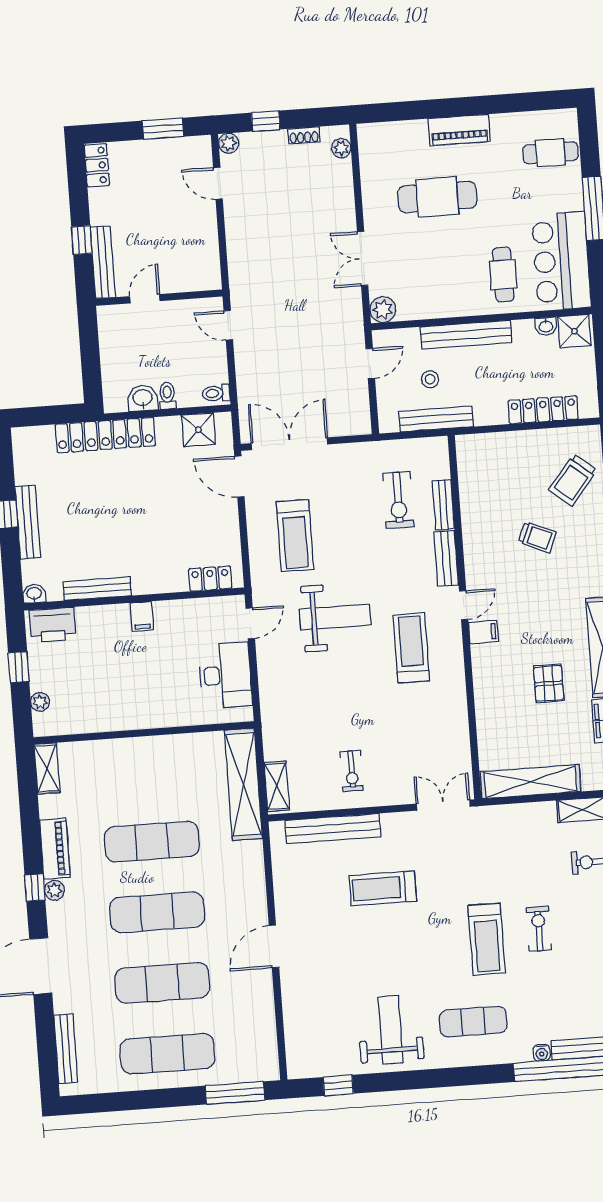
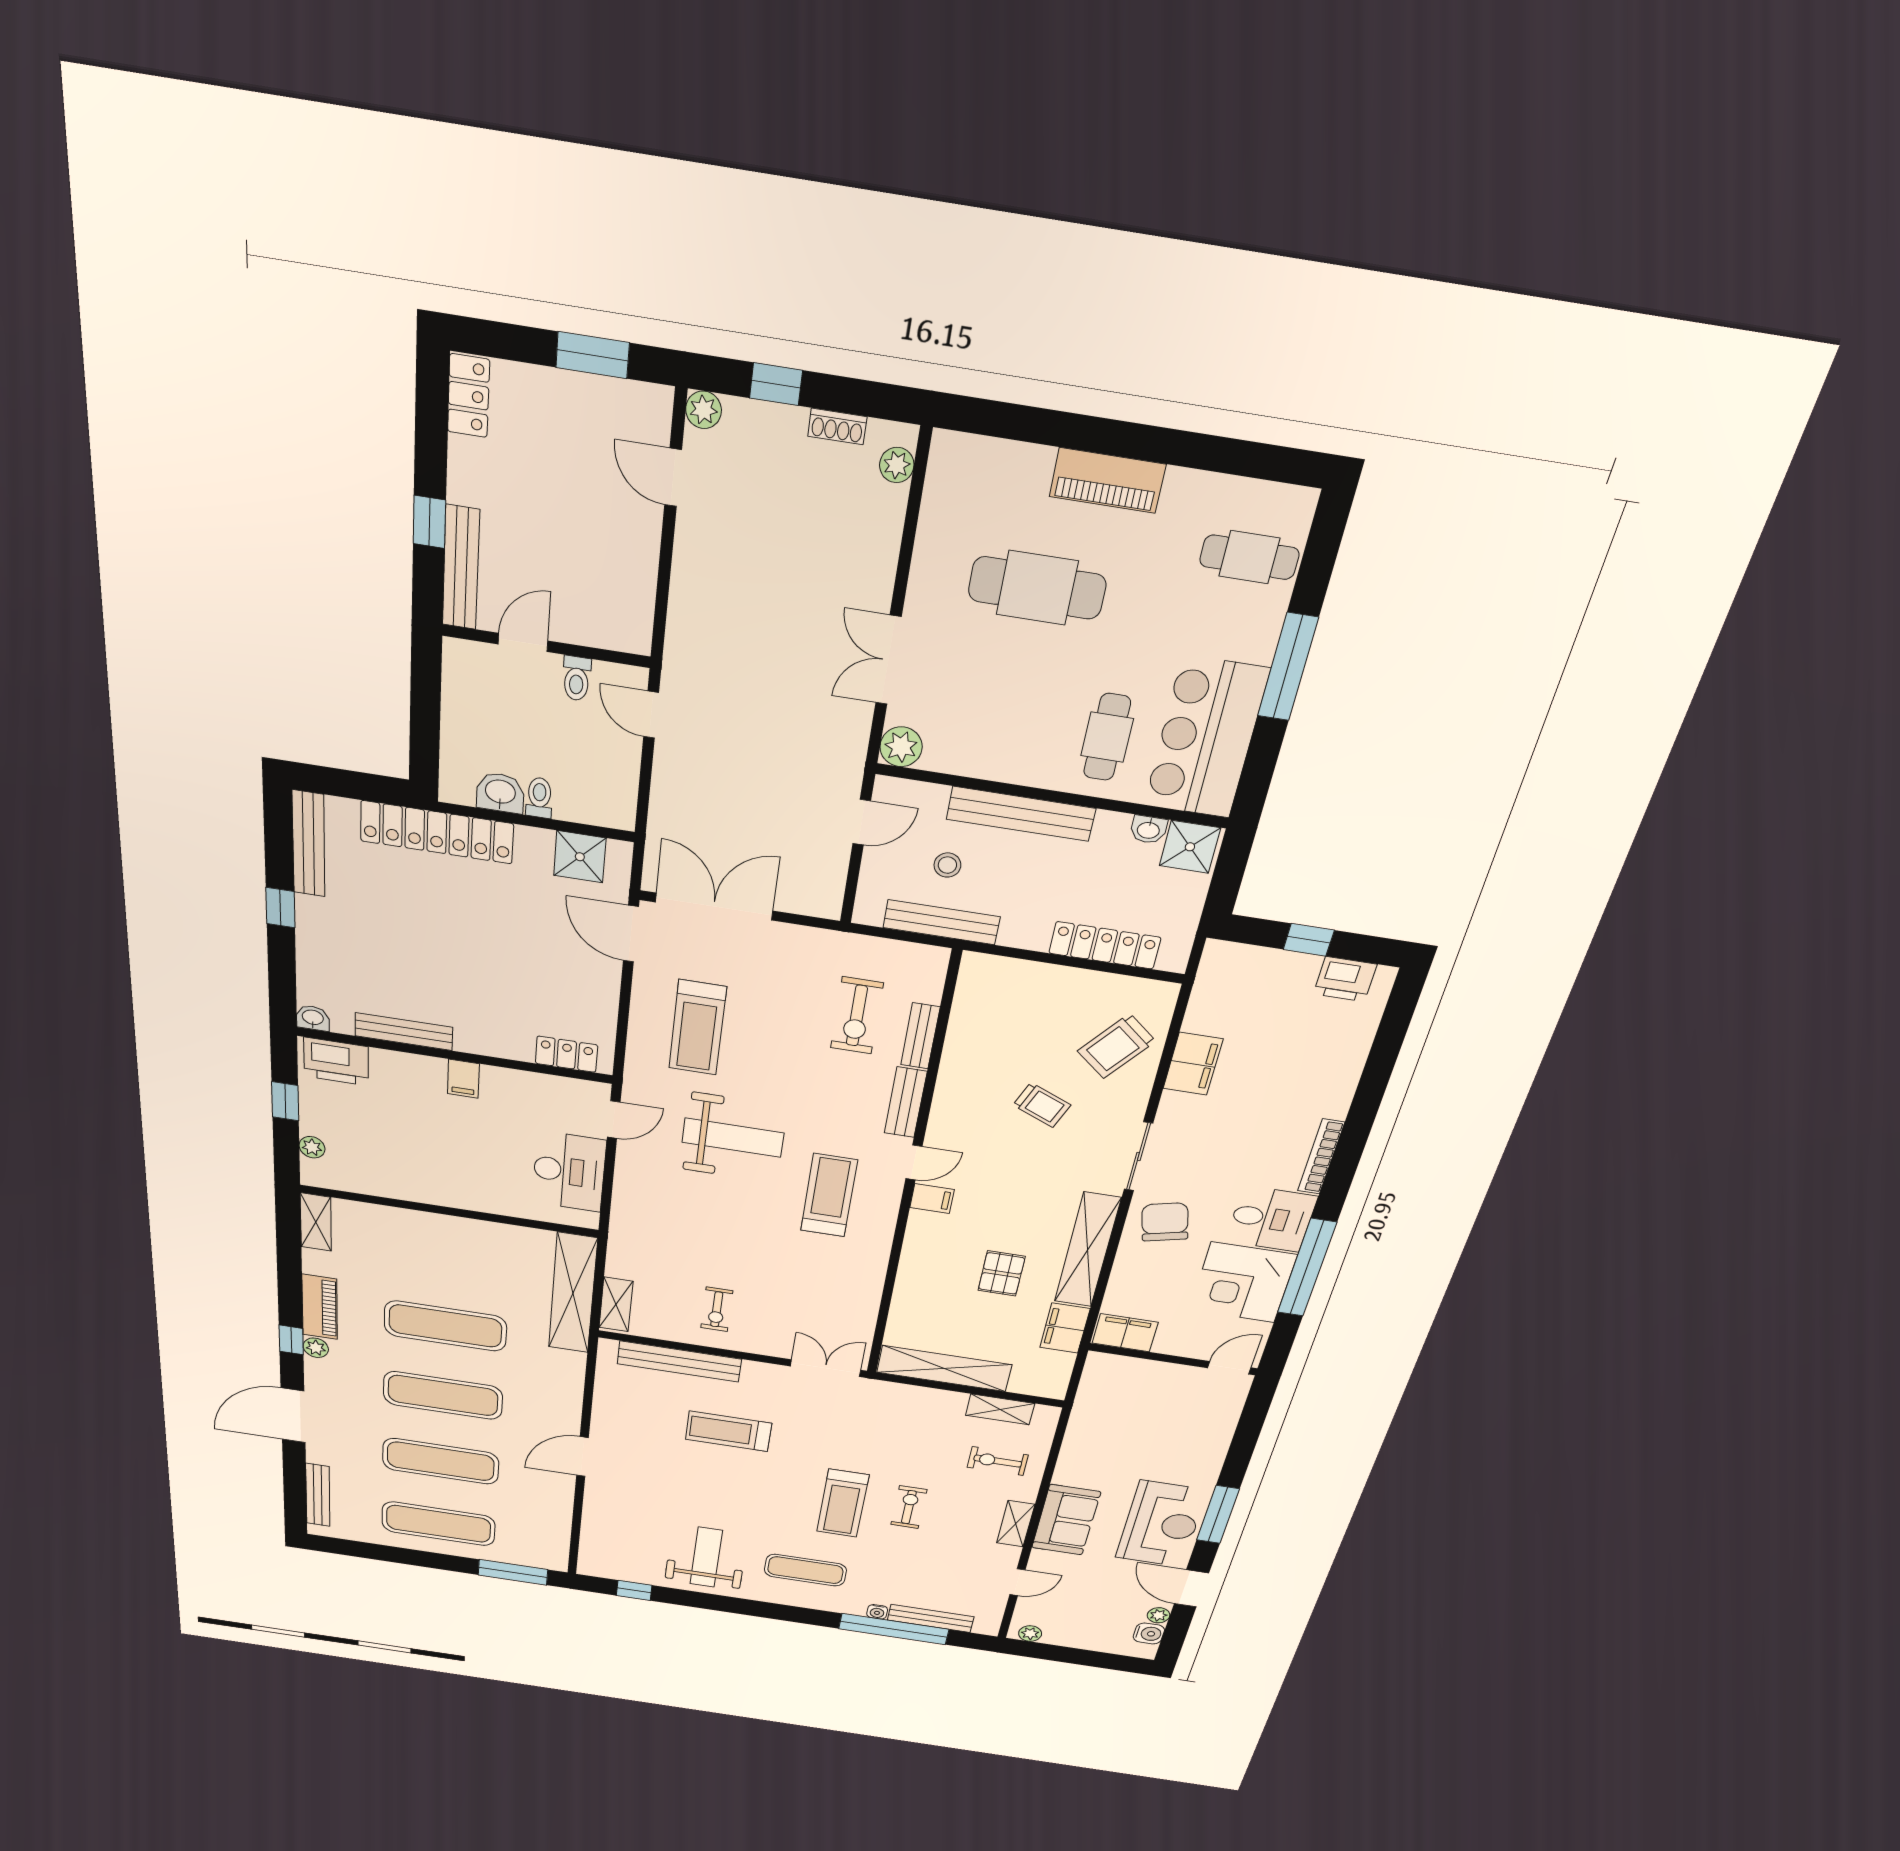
toilet: (216, 393) -> (577, 678), moved, turned -90
bench: (28, 522) -> (309, 844), moved

